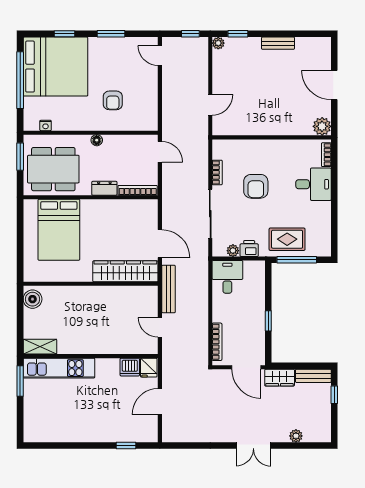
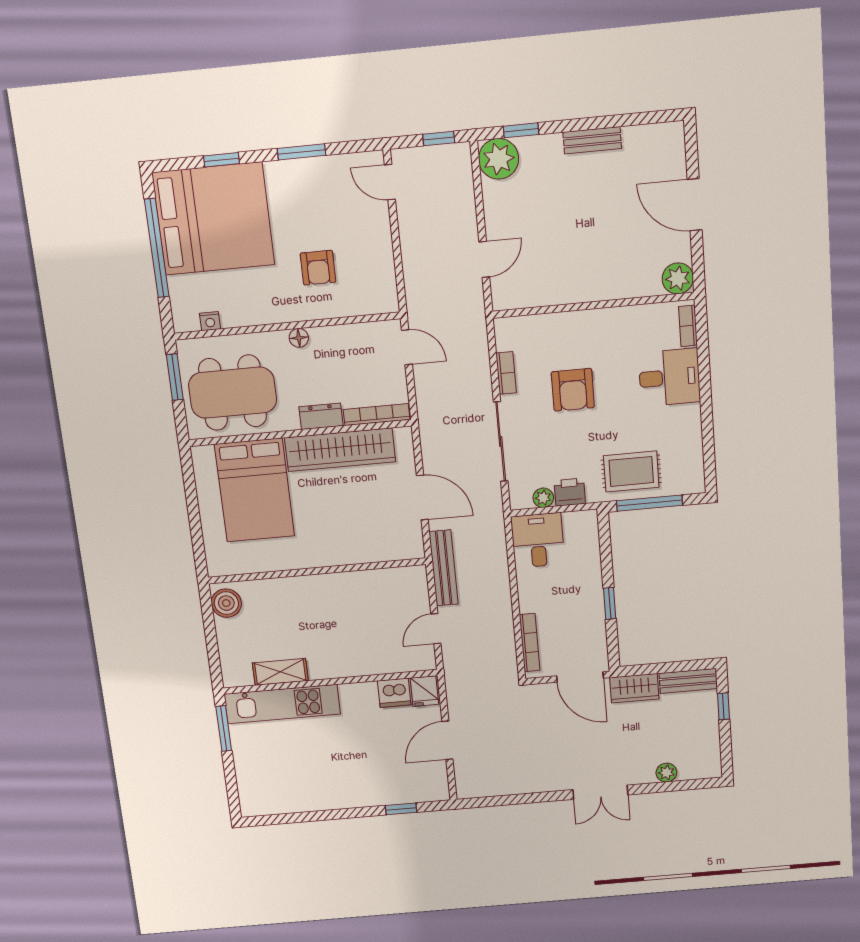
plant: (218, 43) -> (499, 159), width x1.87, depth x1.87
wardrobe: (125, 271) -> (340, 450), moved, turned 180
door: (160, 327) -> (436, 629), hinge flipped
shelving: (40, 347) -> (280, 672), moved

